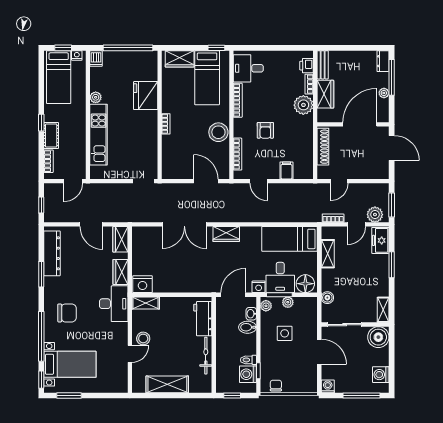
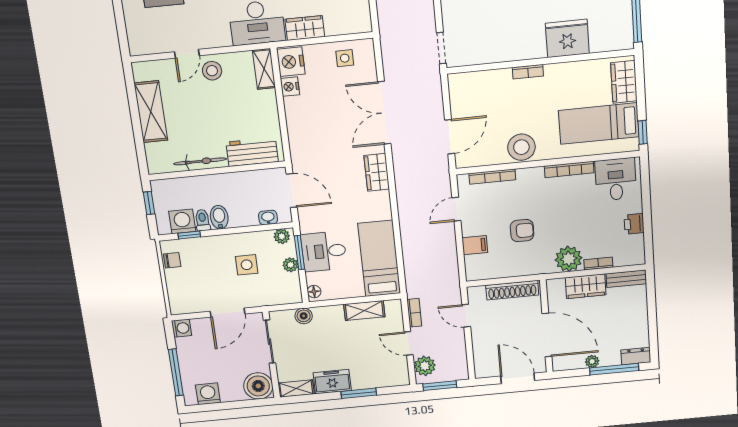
printer: (307, 66) -> (634, 224), moved, turned -90
armchair: (265, 130) -> (522, 231), moved, turned 180
door: (392, 148) -> (518, 378), swing flipped
wardrobe: (120, 239) -> (353, 23), removed
freezer: (380, 240) -> (332, 382), moved
side table: (144, 247) -> (345, 58), added
floor lamp: (305, 284) -> (314, 292), width x0.53, depth x0.53
nightstand: (259, 287) -> (290, 87), moved
bidet: (248, 327) -> (219, 217), moved
door: (130, 354) -> (187, 54), hinge flipped

